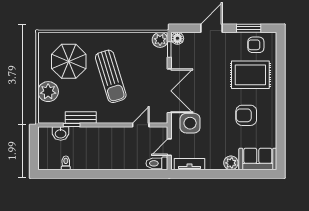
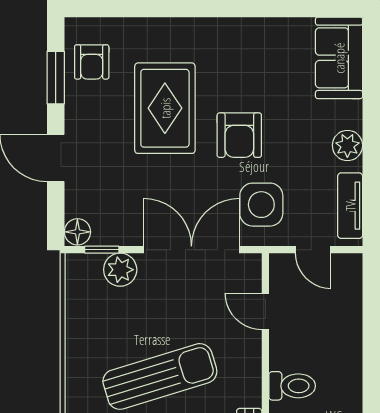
plant: (160, 40) -> (120, 270), moved
rug: (250, 75) -> (165, 108), moved
armchair: (246, 115) -> (239, 135), moved
toilet: (157, 163) -> (292, 386), moved, turned -90
plant: (231, 163) -> (347, 145), moved

